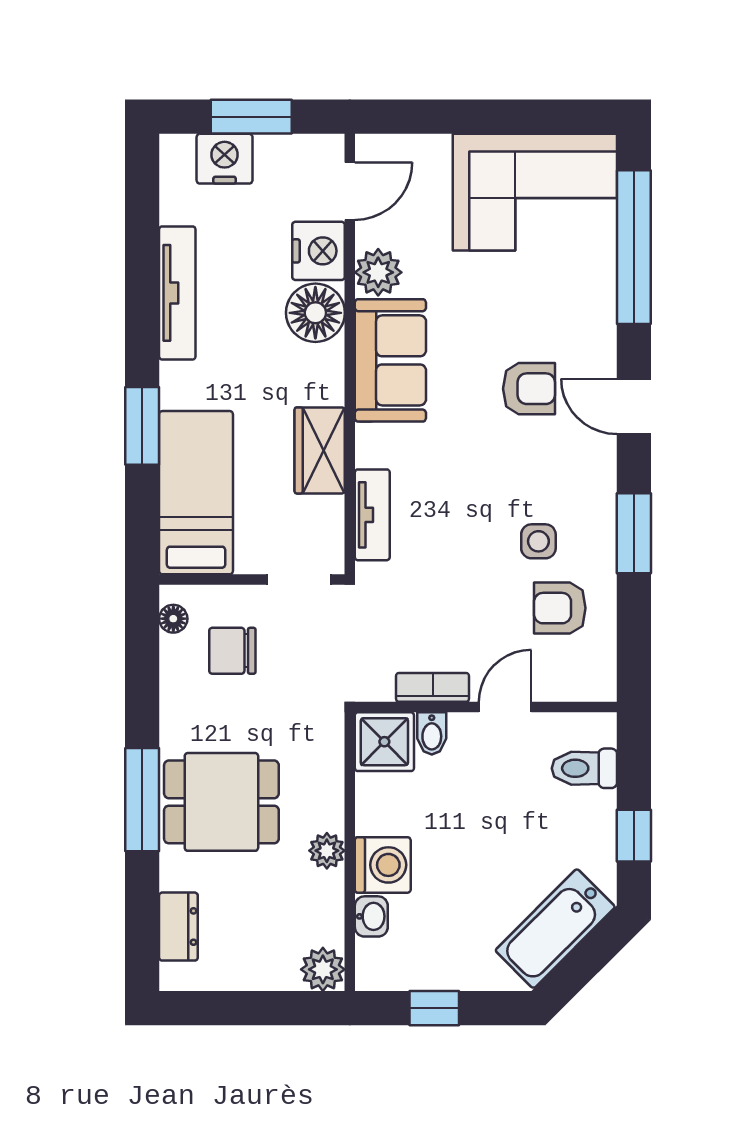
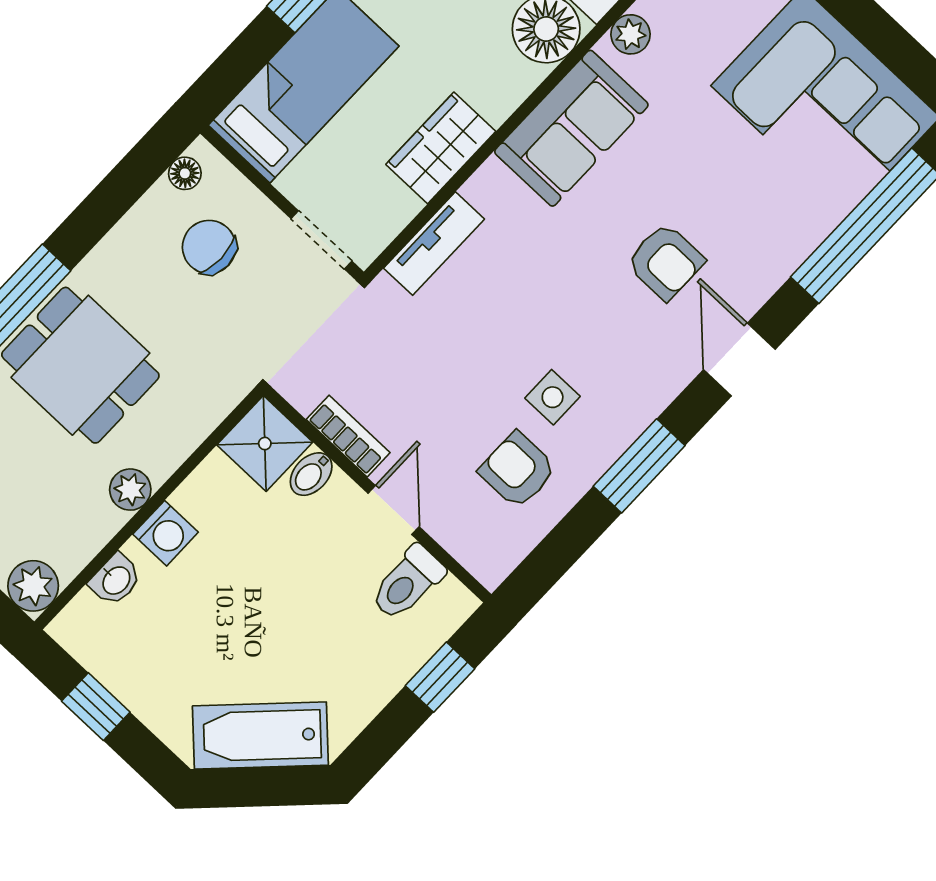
plant: (378, 272) -> (631, 34), width x0.73, depth x0.73
door: (505, 707) -> (394, 510), hinge flipped
toilet: (584, 768) -> (407, 583), moved, turned -90
window: (634, 836) -> (440, 677), moved
washing machine: (383, 865) -> (166, 533), width x0.73, depth x0.73

